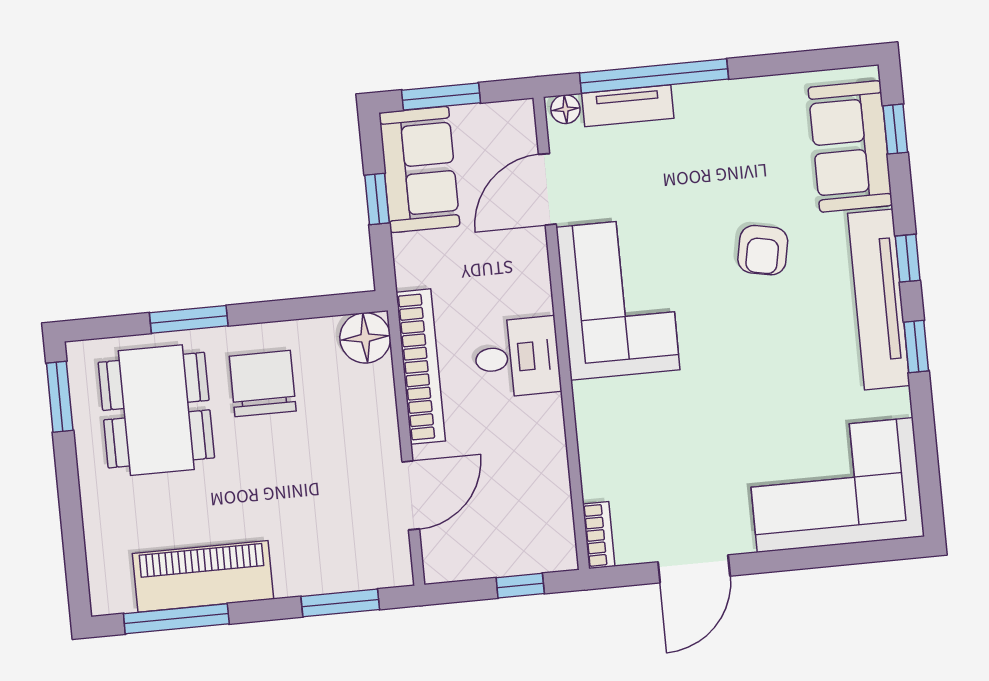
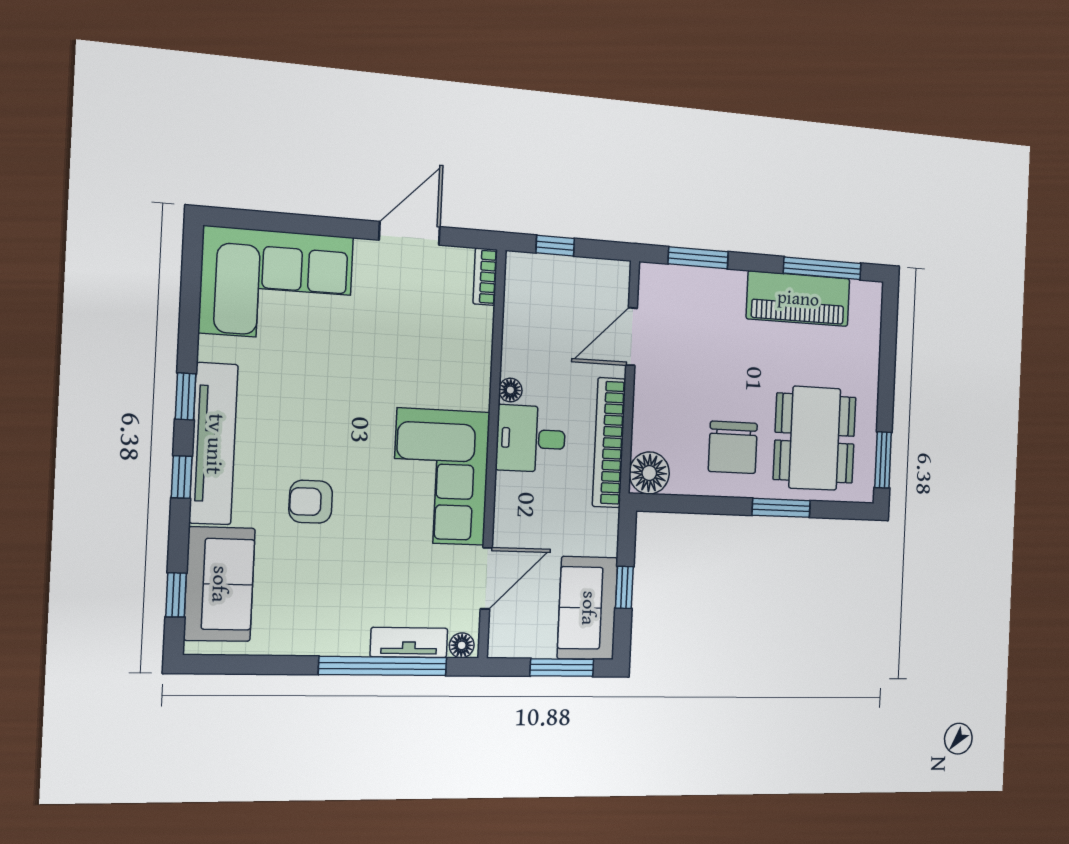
armchair: (763, 250) -> (311, 502), turned -101
floor lamp: (550, 410) -> (510, 390), added

